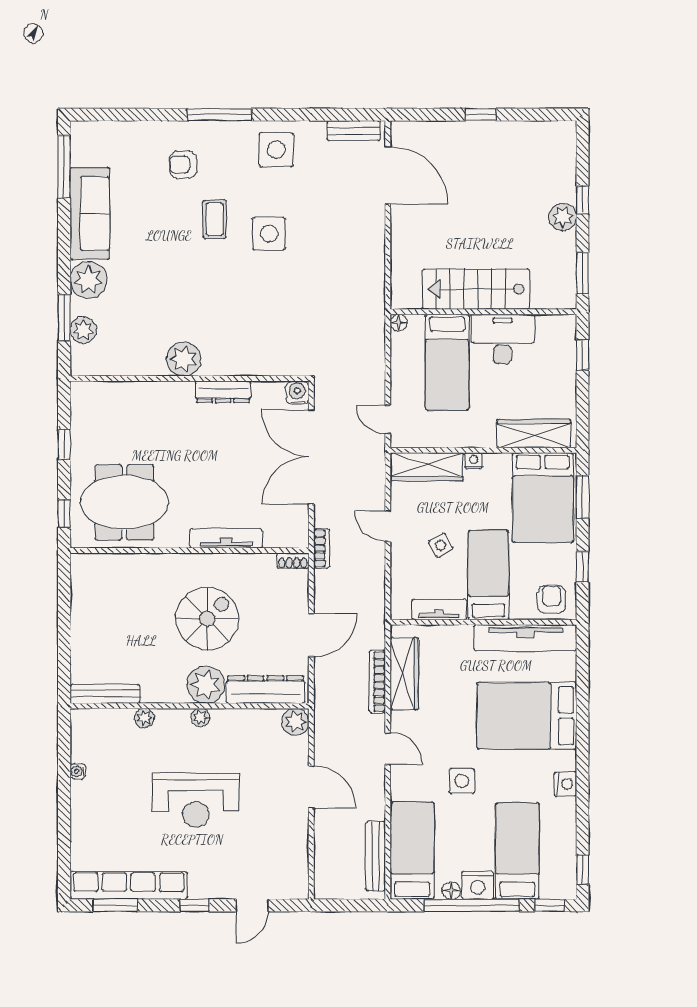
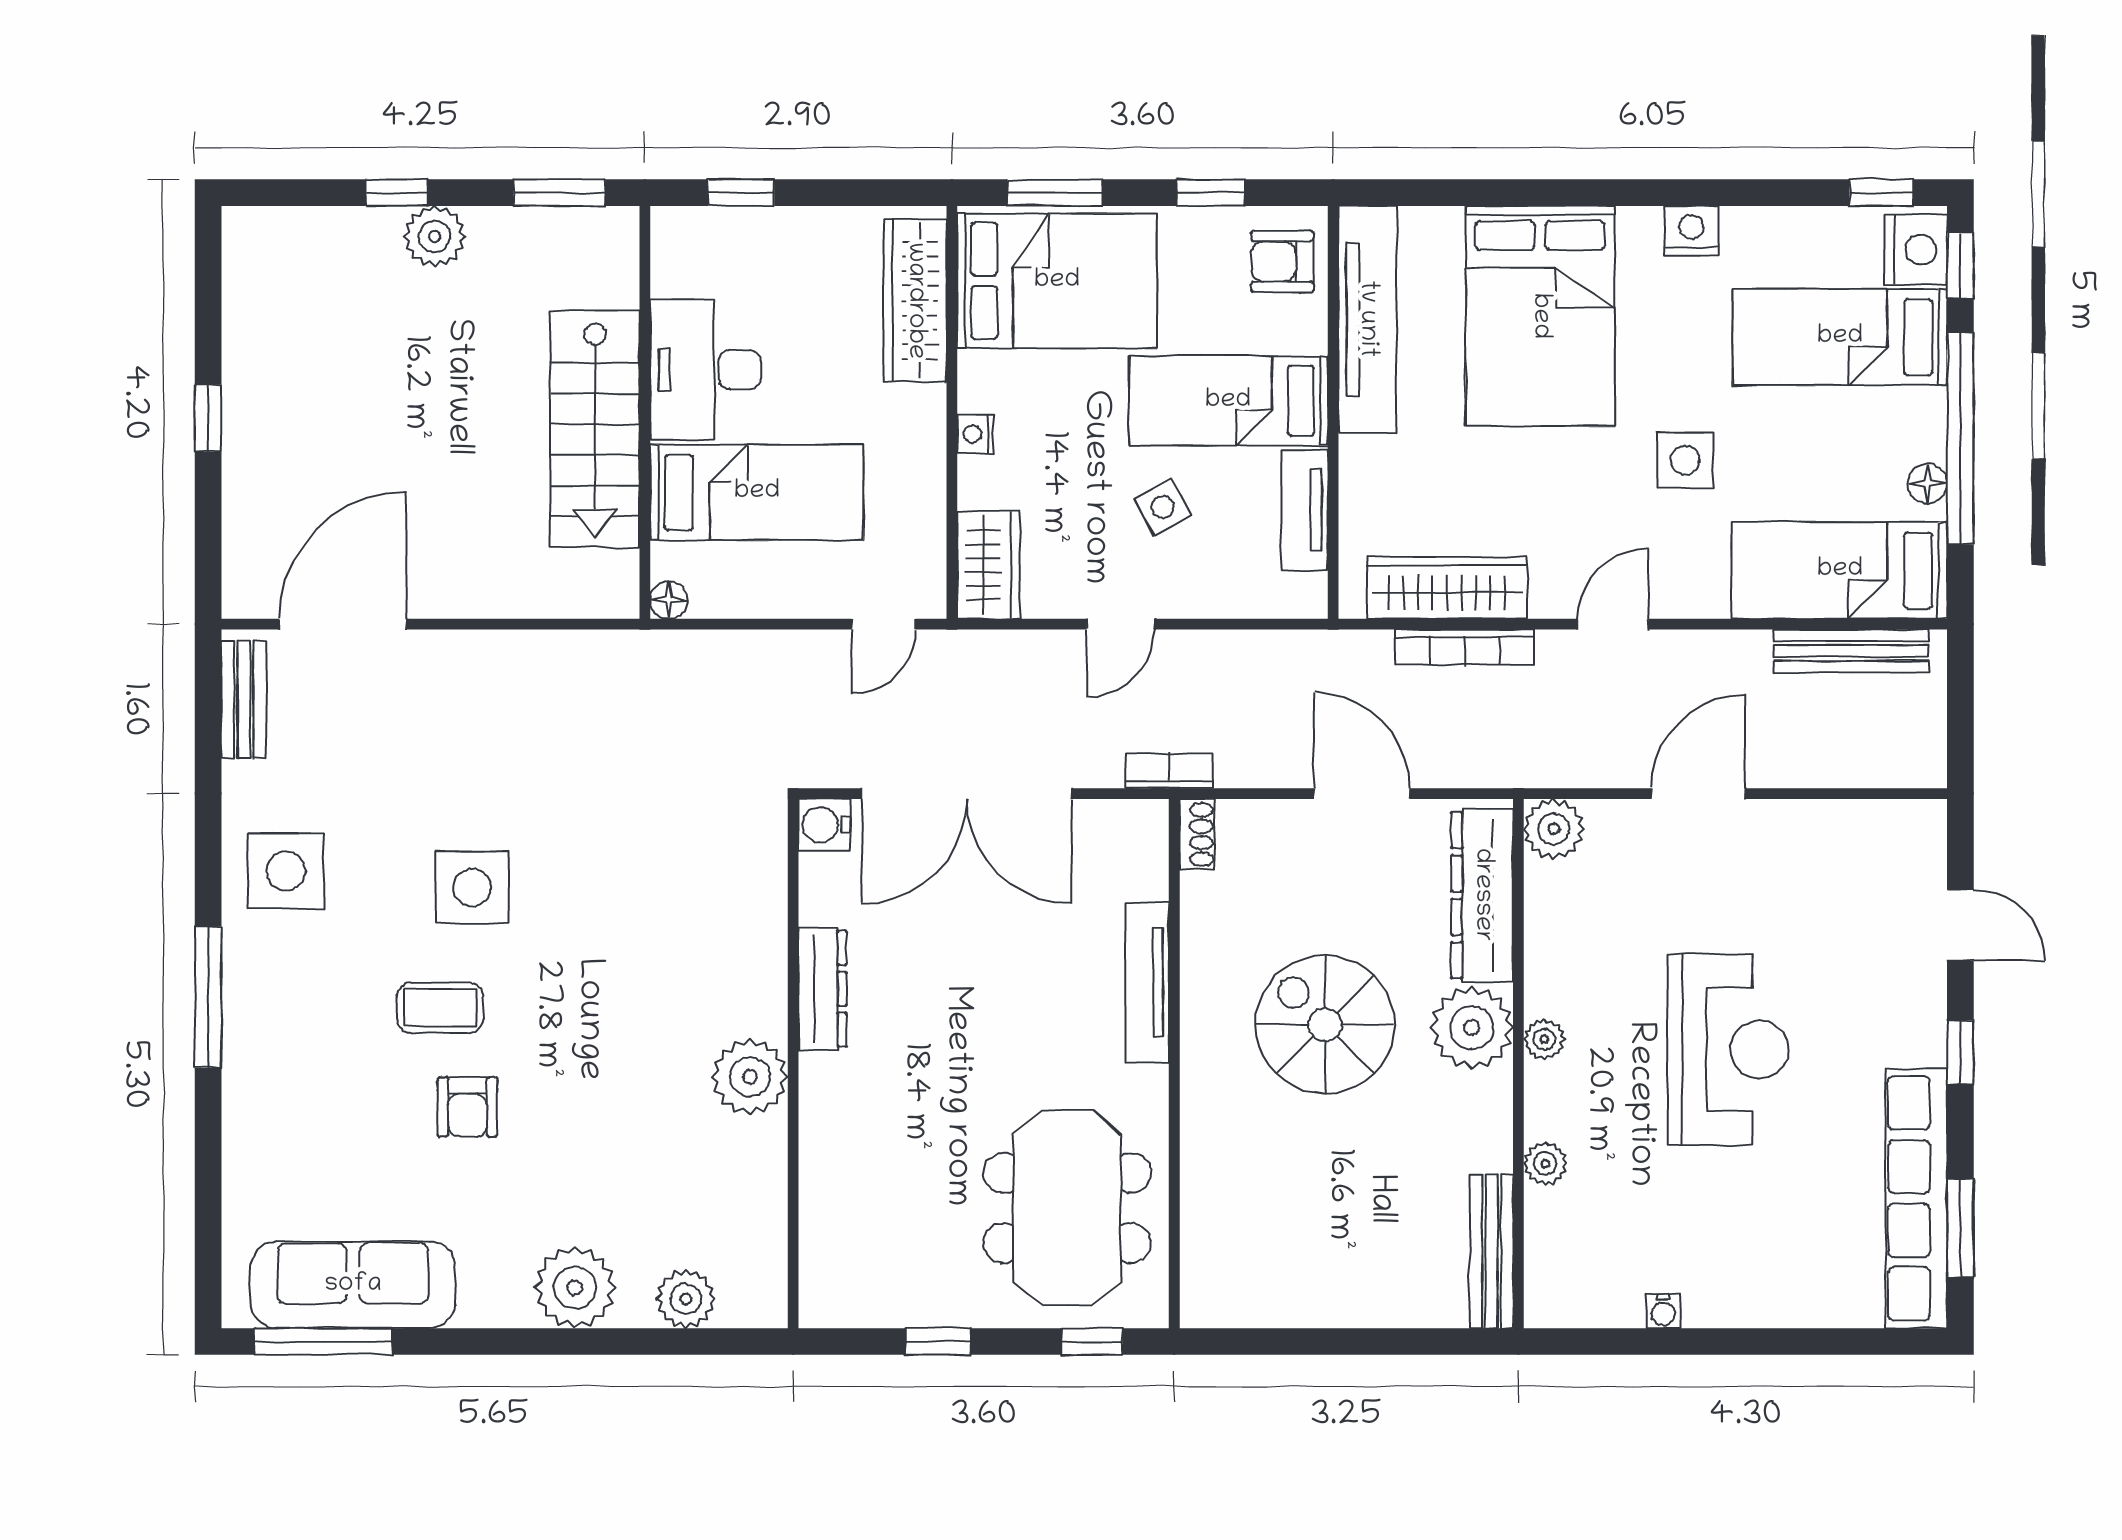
armchair: (183, 165) -> (467, 1107), moved
sofa: (90, 214) -> (353, 1285), moved
window: (64, 318) -> (658, 1341), removed
wardrobe: (427, 467) -> (988, 565), width x0.67
nightstand: (478, 885) -> (1916, 250), moved

